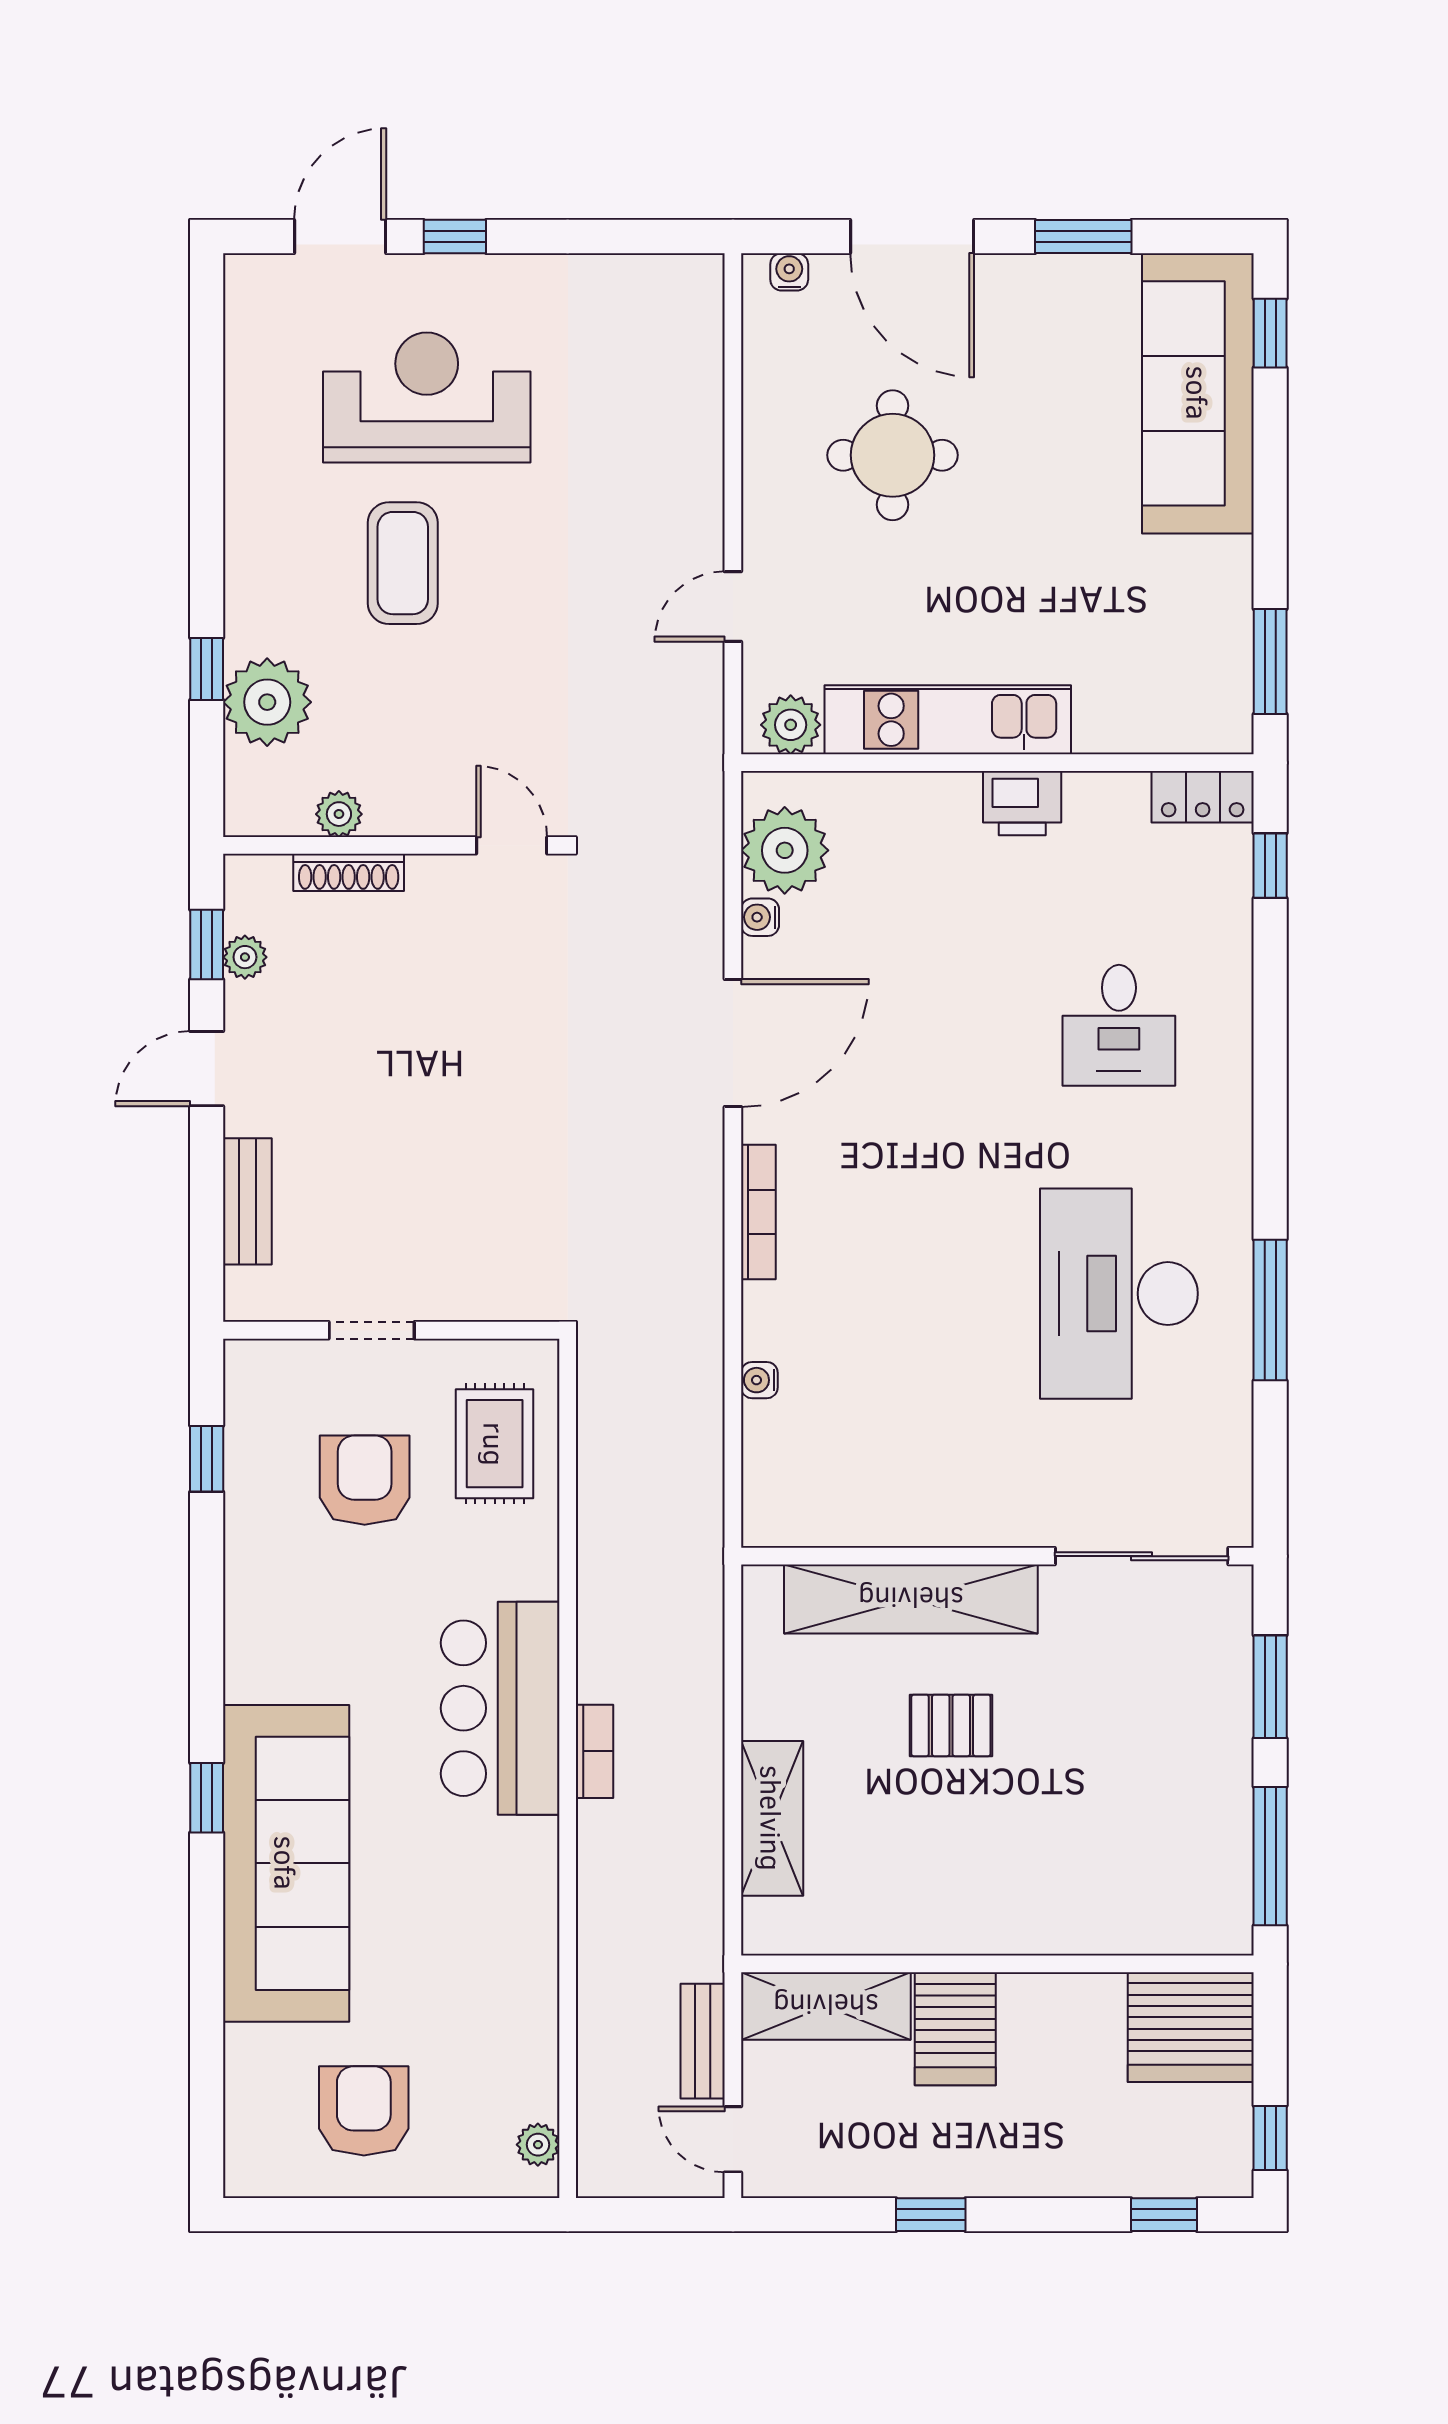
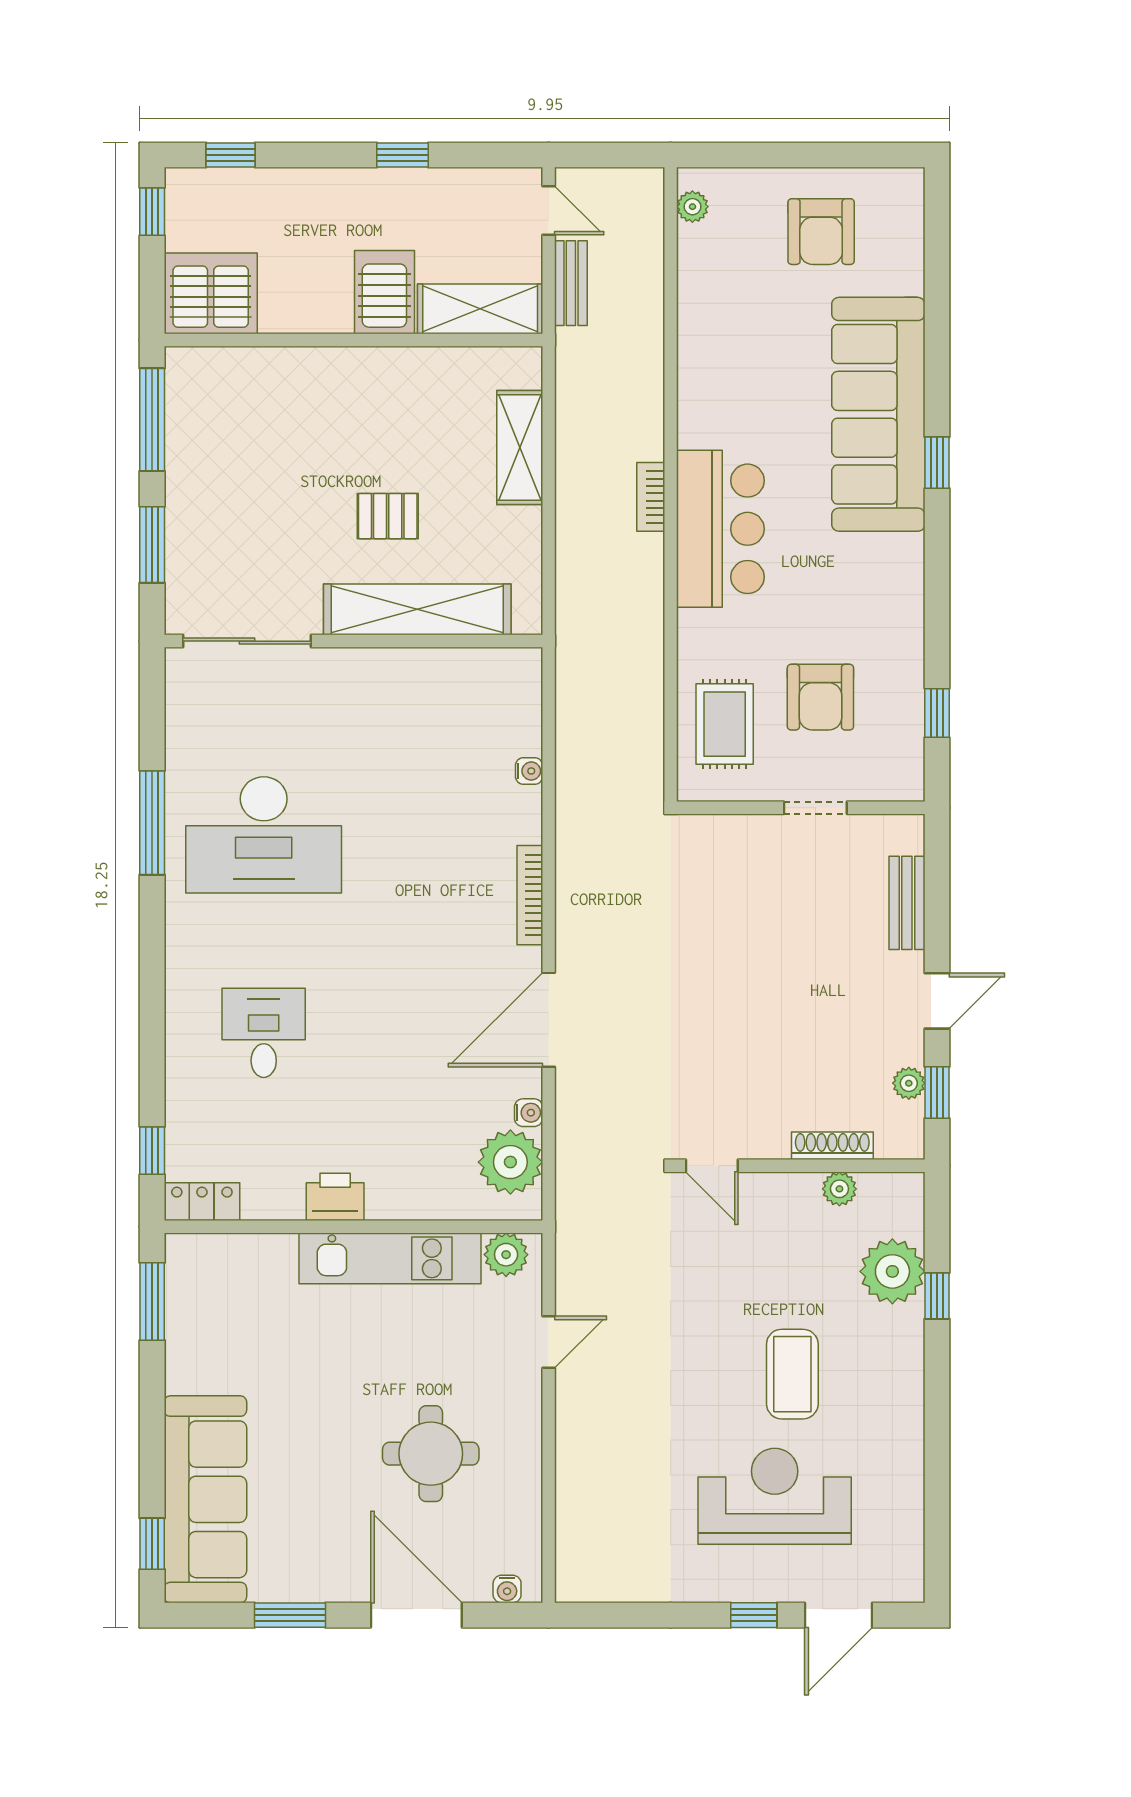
reception desk: (427, 398) -> (775, 1496), turned 180
desk: (1119, 1294) -> (264, 835), turned 90

